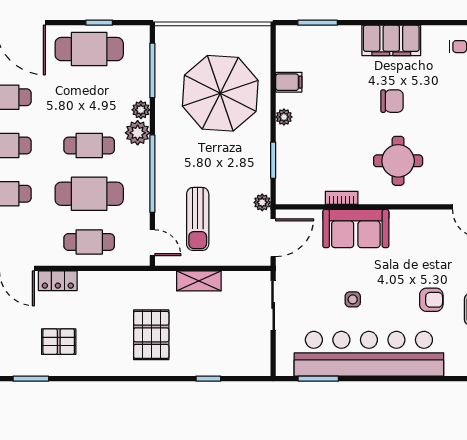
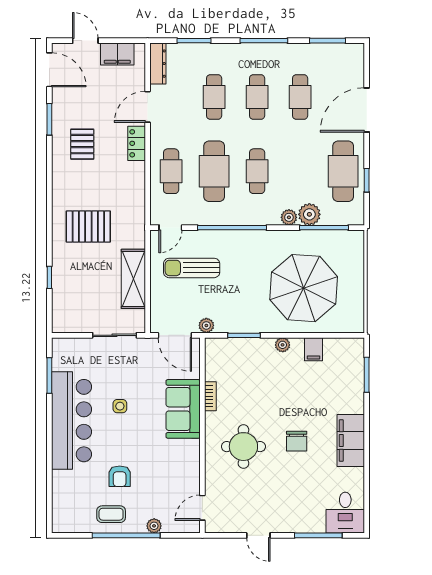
plant: (138, 133) -> (309, 214), moved
shelving: (199, 281) -> (133, 279), width x1.50, depth x1.33
bar counter: (369, 354) -> (72, 421), width x0.73

